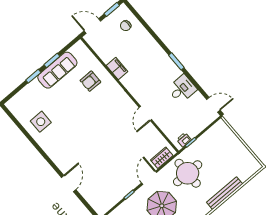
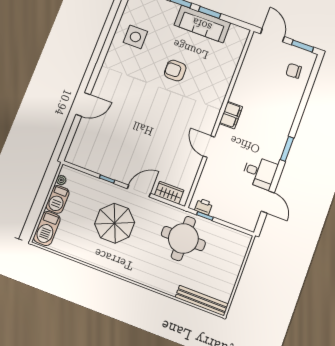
filing cabinet: (117, 69) -> (231, 115), moved
armchair: (90, 81) -> (175, 71), moved
door: (213, 105) -> (268, 202), moved
door: (145, 113) -> (209, 147), hinge flipped
round table: (188, 173) -> (183, 239), moved
bench: (225, 193) -> (202, 301), moved

